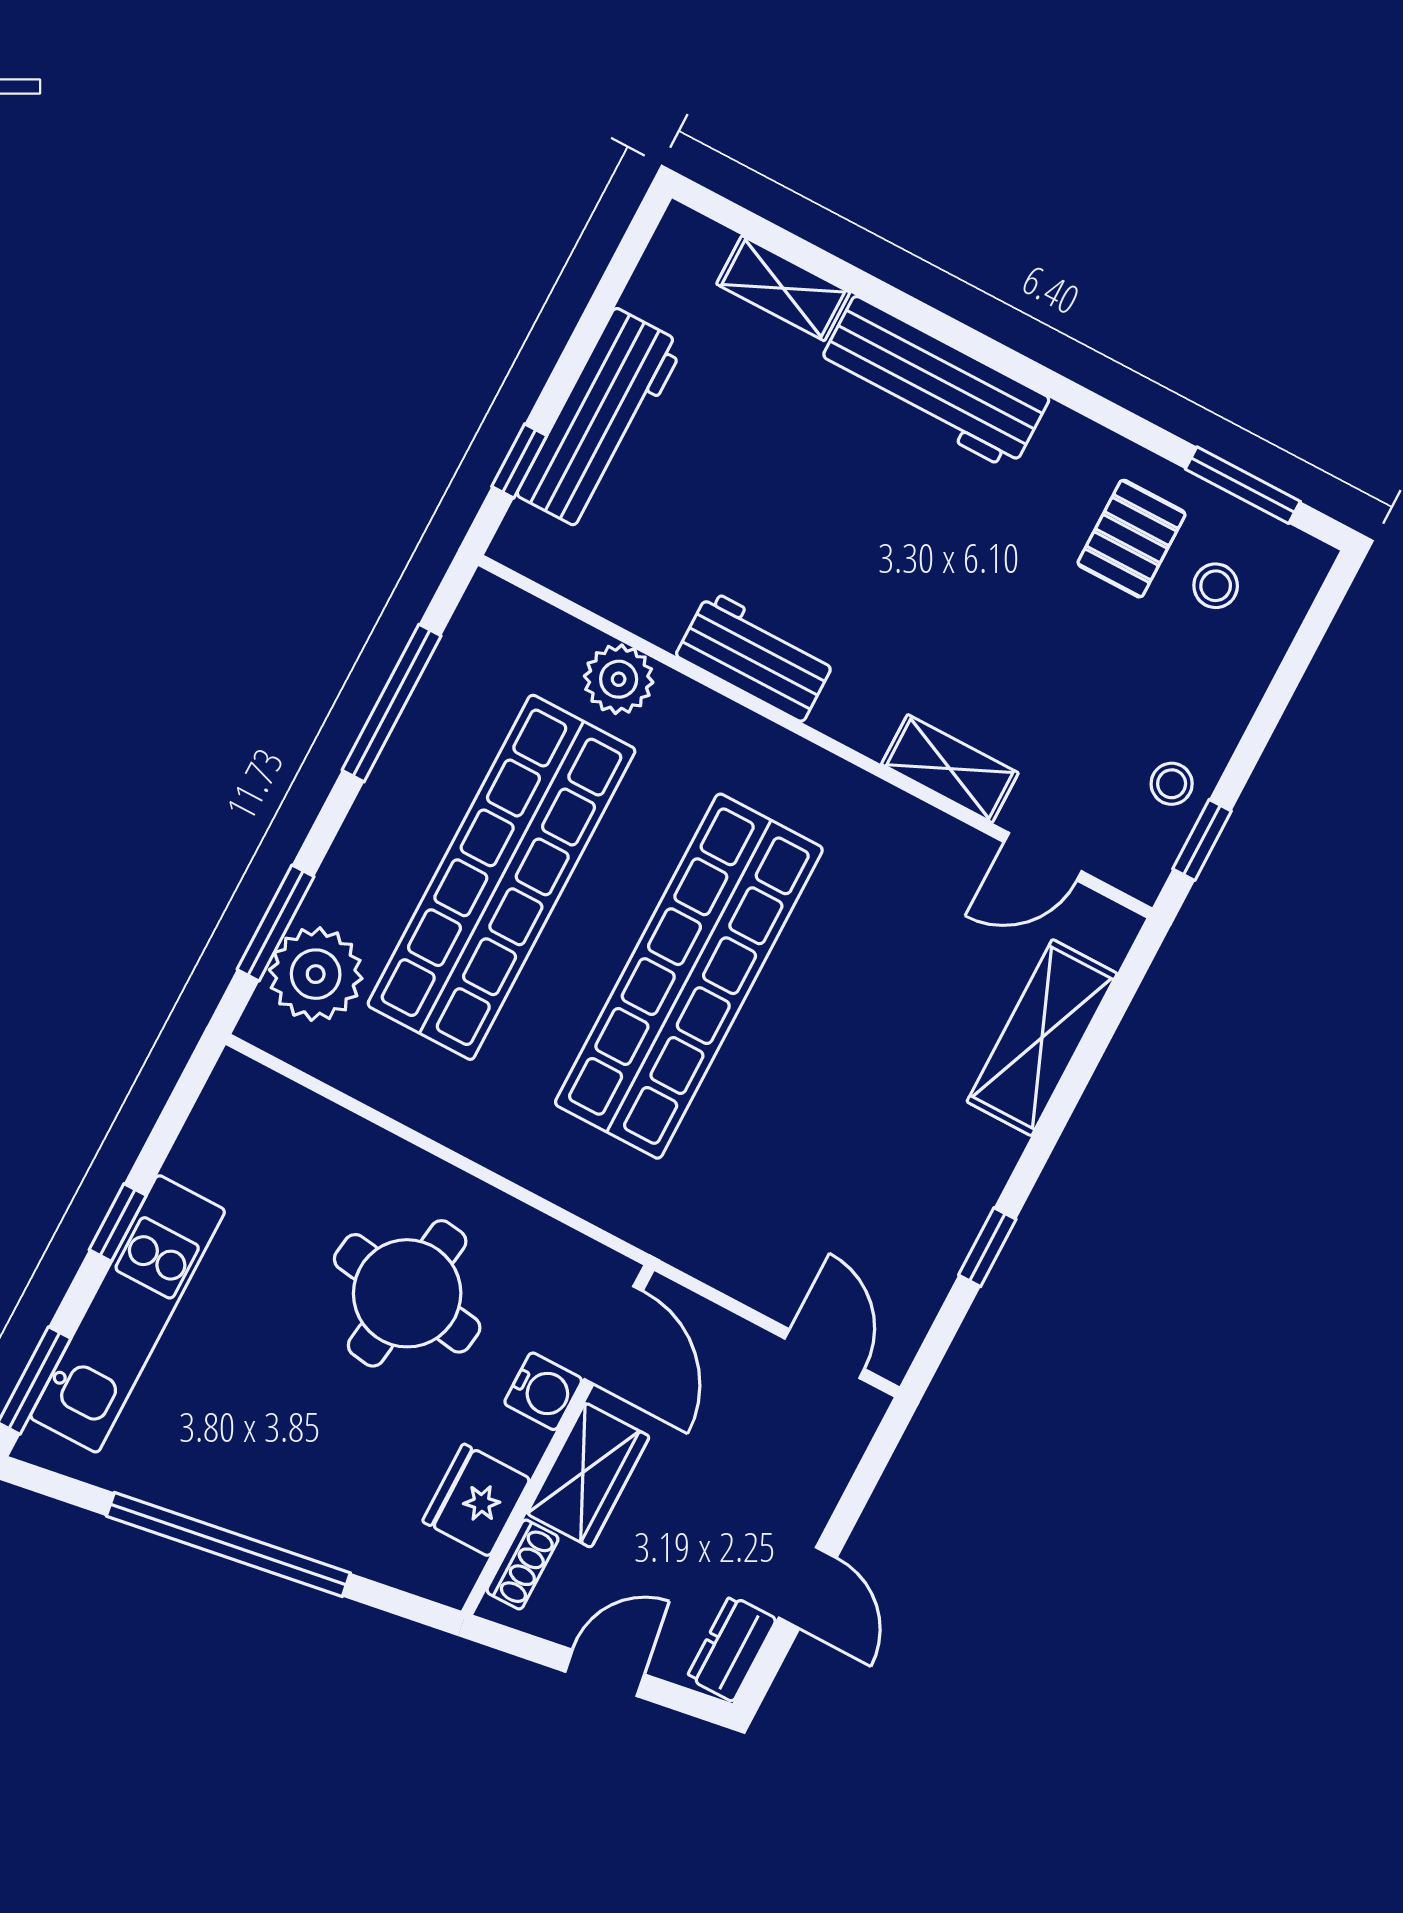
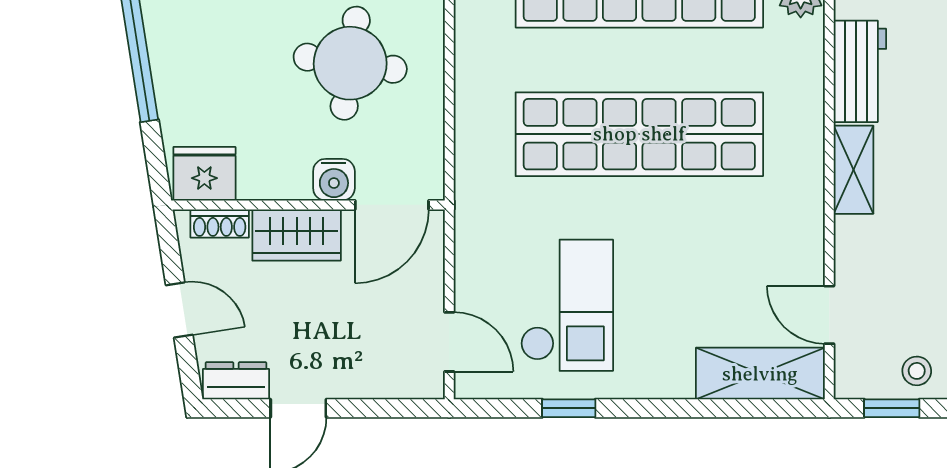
shelving: (950, 769) -> (854, 170), moved
shelving: (1042, 1038) -> (760, 374), moved
checkout: (856, 1181) -> (567, 305), added
door: (824, 1354) -> (449, 342), hinge flipped
fridge: (476, 1500) -> (204, 174), moved

